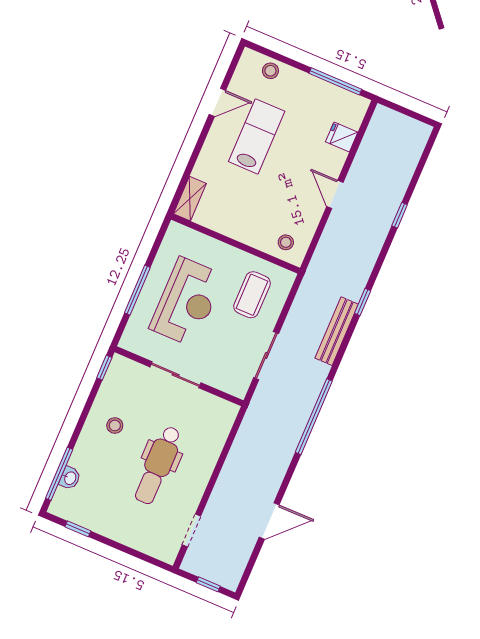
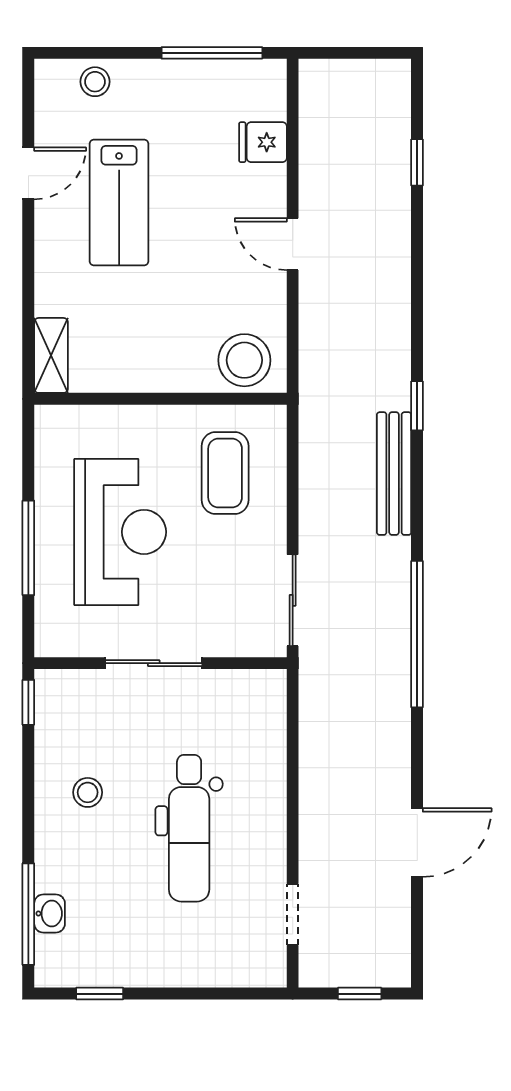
lab bench: (257, 136) -> (119, 202), turned 180
window: (400, 215) -> (417, 162), moved
stool: (286, 242) -> (244, 360), width x1.89, depth x1.89
sliding door: (266, 356) -> (293, 600), moved

